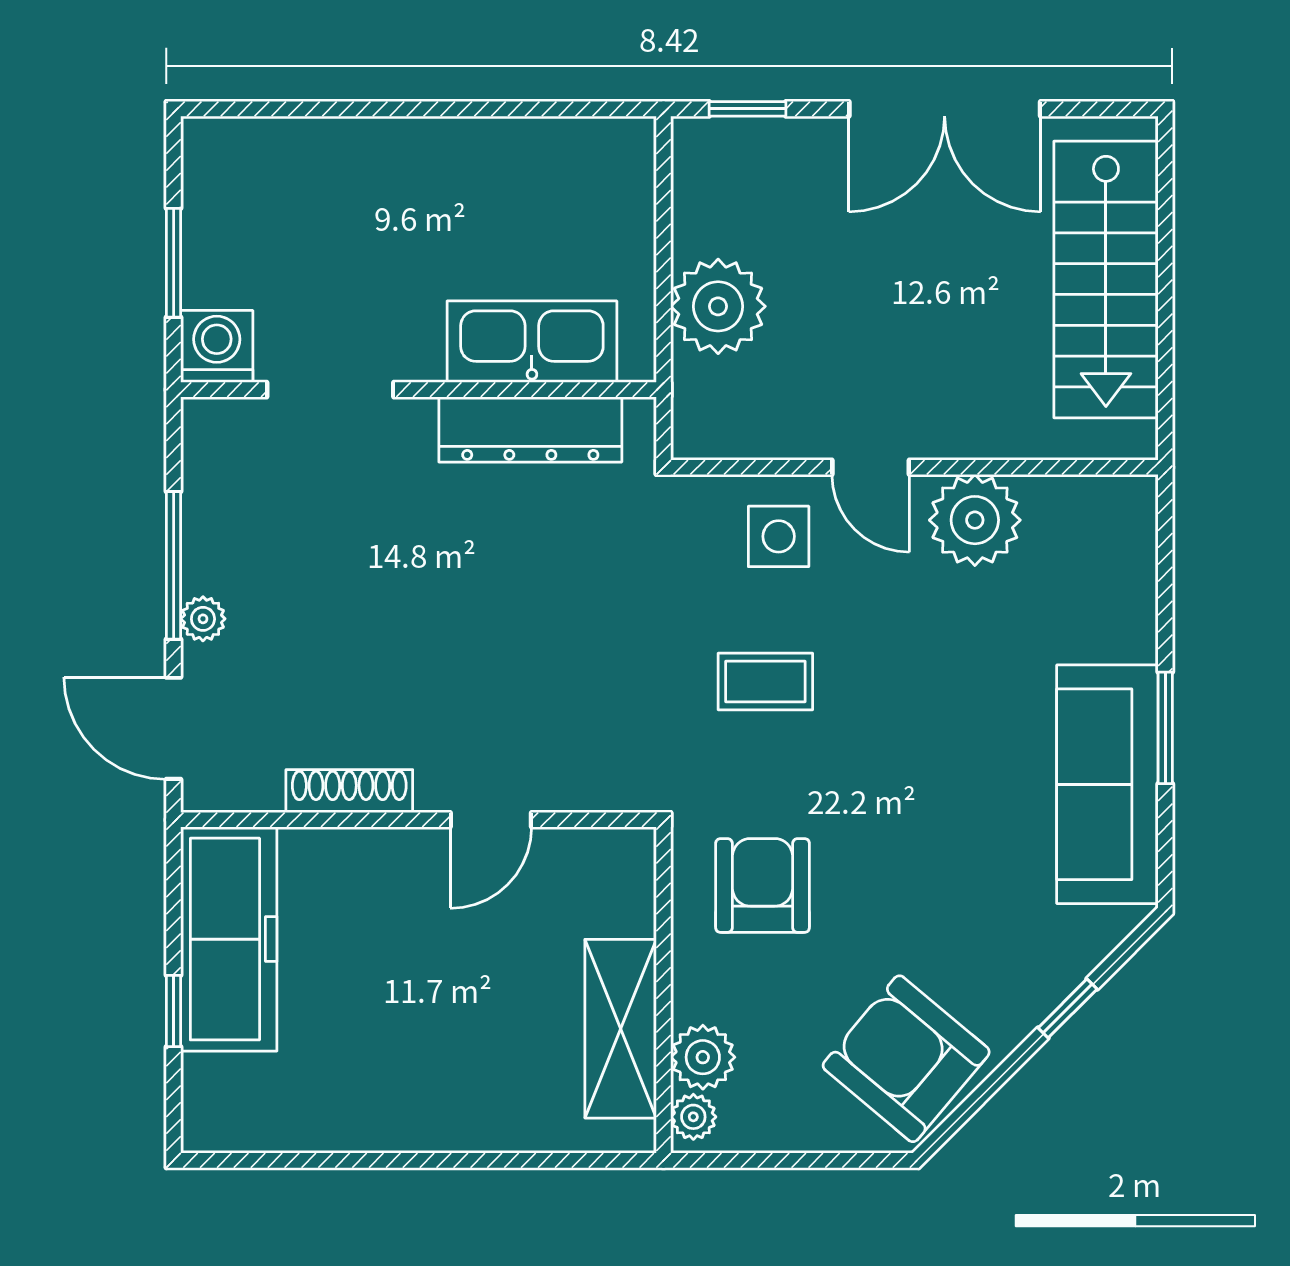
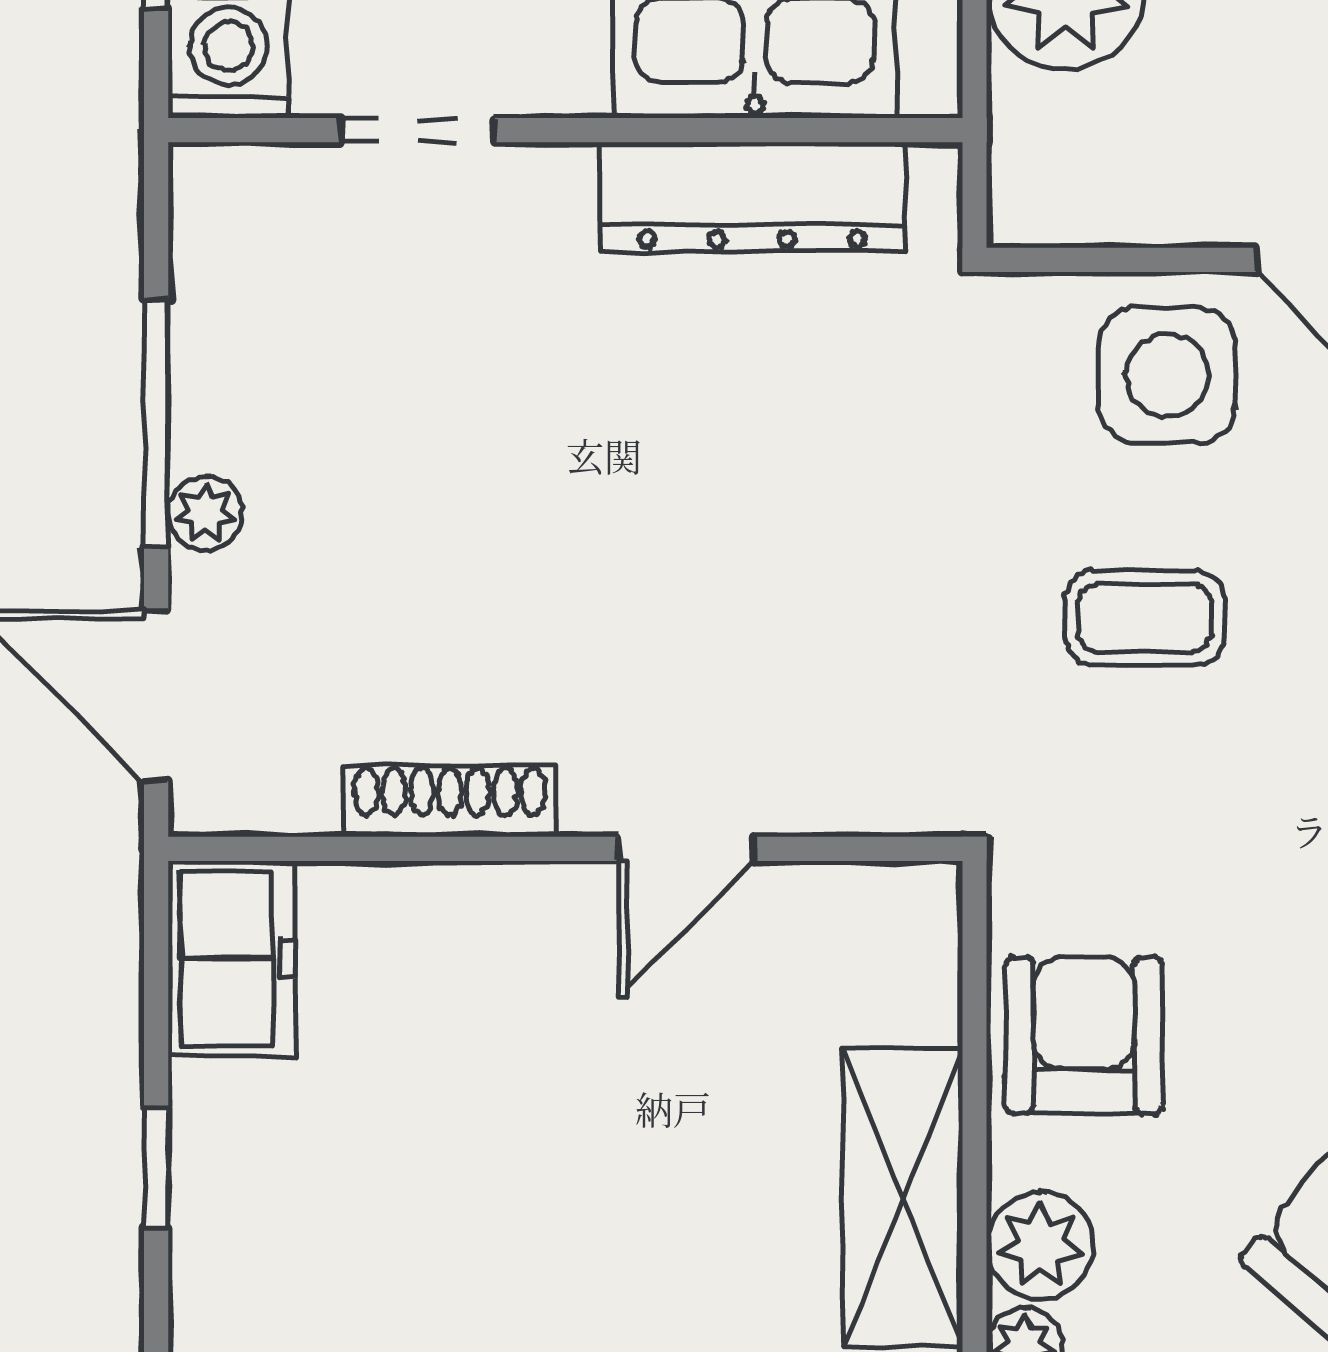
doorway: (330, 390) -> (418, 130), width x0.73
side table: (779, 536) -> (1167, 375), width x1.37, depth x1.37
armchair: (763, 886) -> (1084, 1035), moved
freezer: (229, 939) -> (232, 959), width x0.52, depth x0.79

